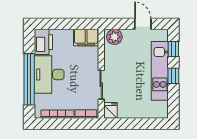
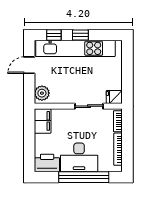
kitchen unit: (160, 71) -> (75, 48), width x1.36

